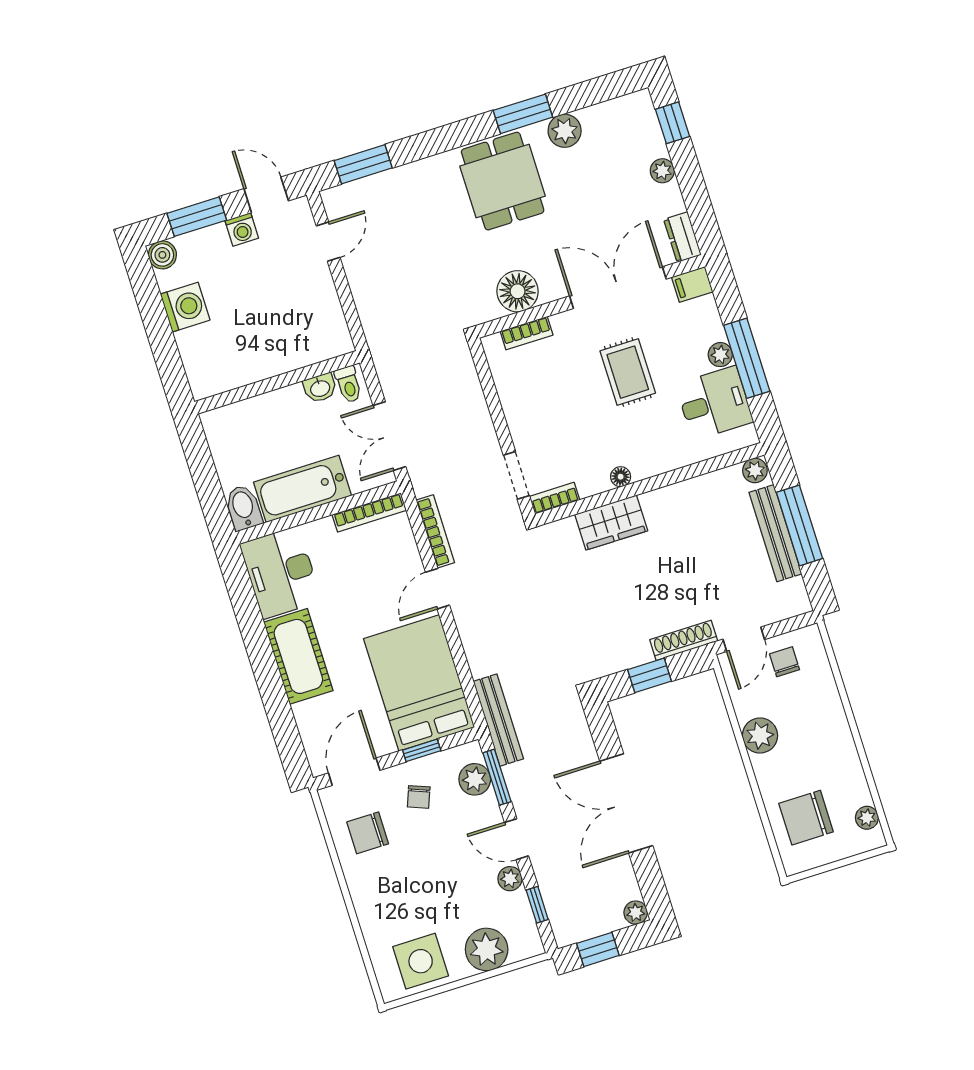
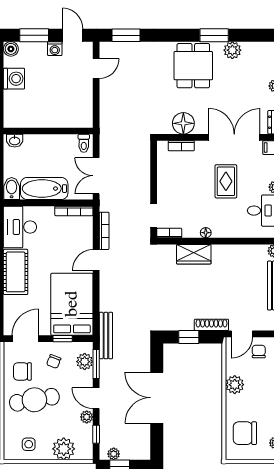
washbasin: (320, 388) -> (15, 141), moved
cafe table: (406, 877) -> (34, 400), added
plant: (636, 913) -> (114, 454), moved
side table: (421, 961) -> (29, 444), width x0.54, depth x0.54

